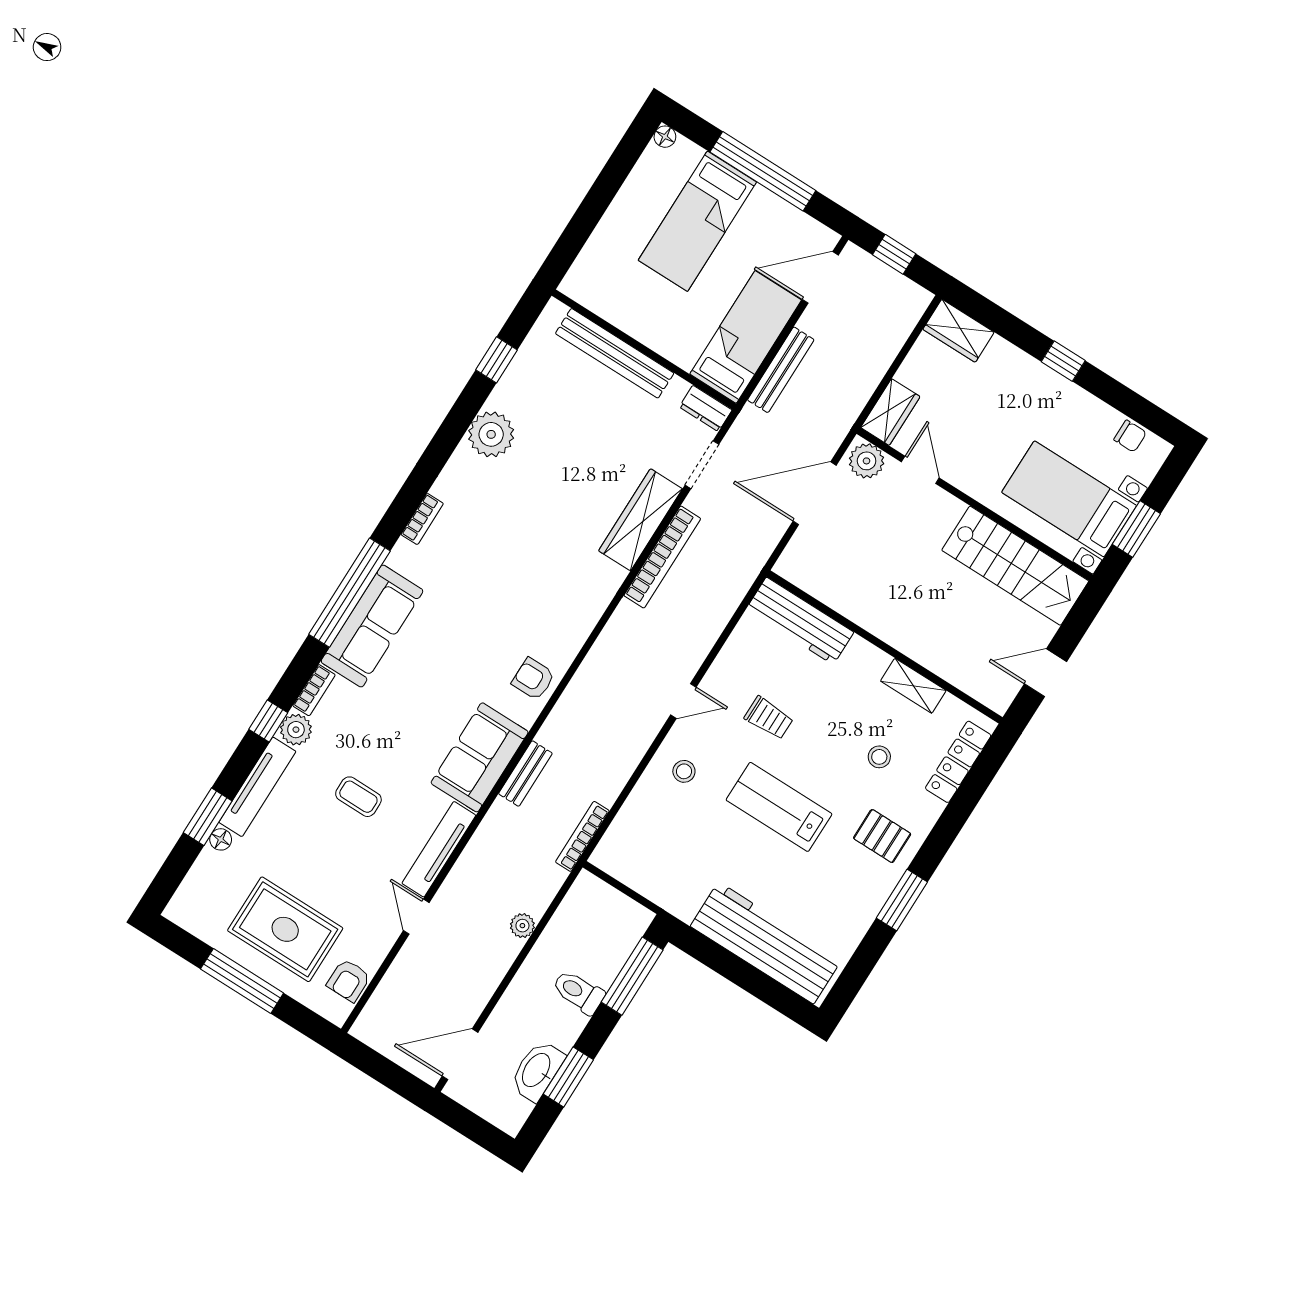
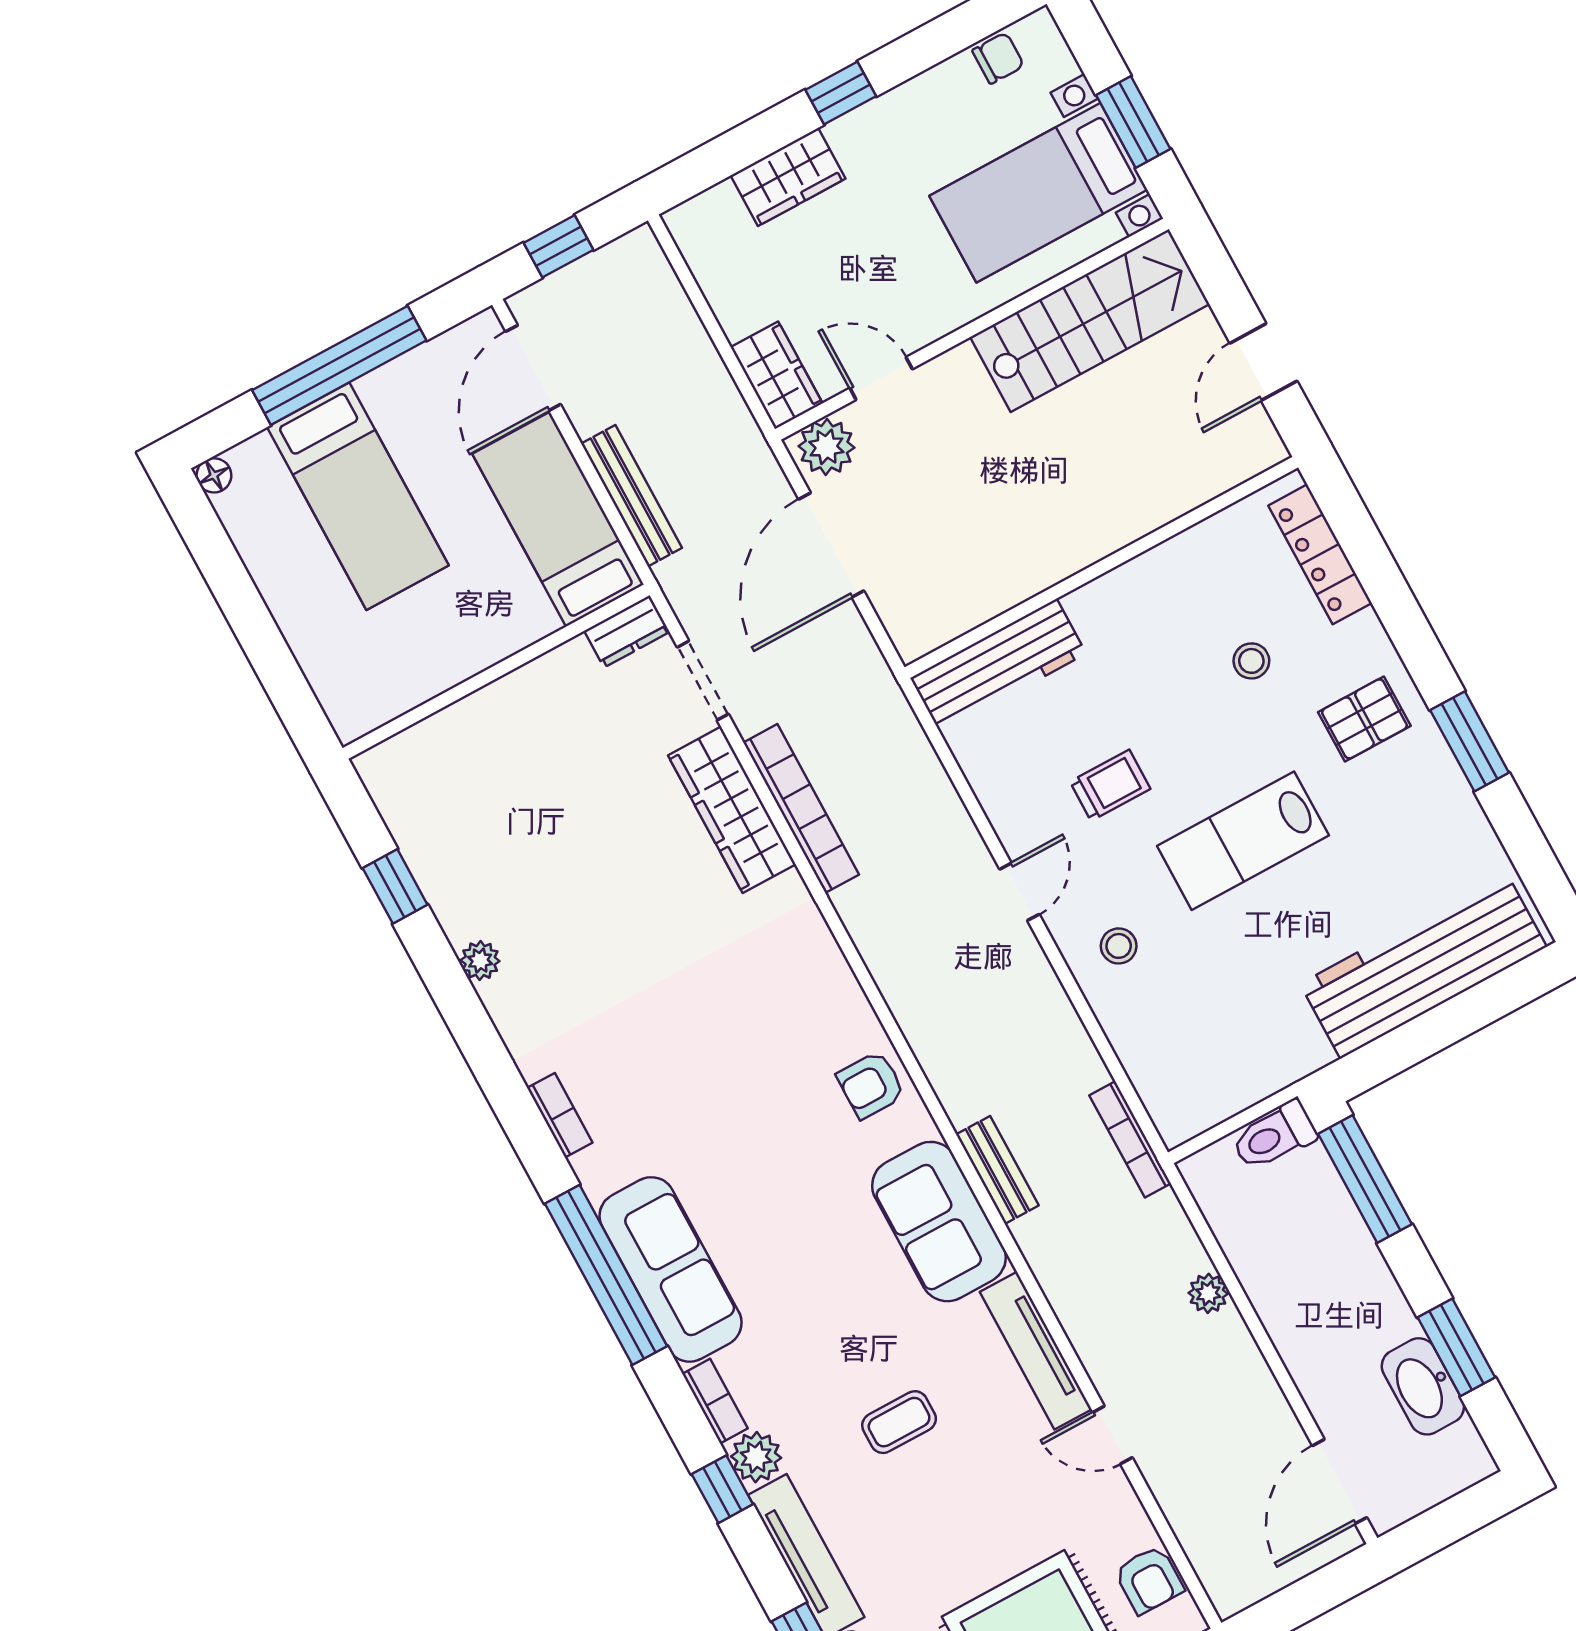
wardrobe: (958, 331) -> (788, 177), moved
bench: (615, 353) -> (478, 716), removed
plant: (491, 434) -> (480, 961), width x0.53, depth x0.53
shelving: (913, 686) -> (1178, 557), removed
toilet: (578, 992) -> (1274, 1136), moved

